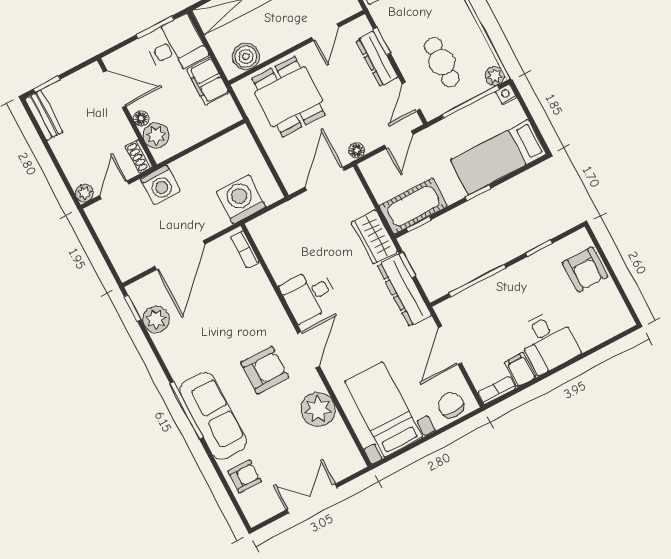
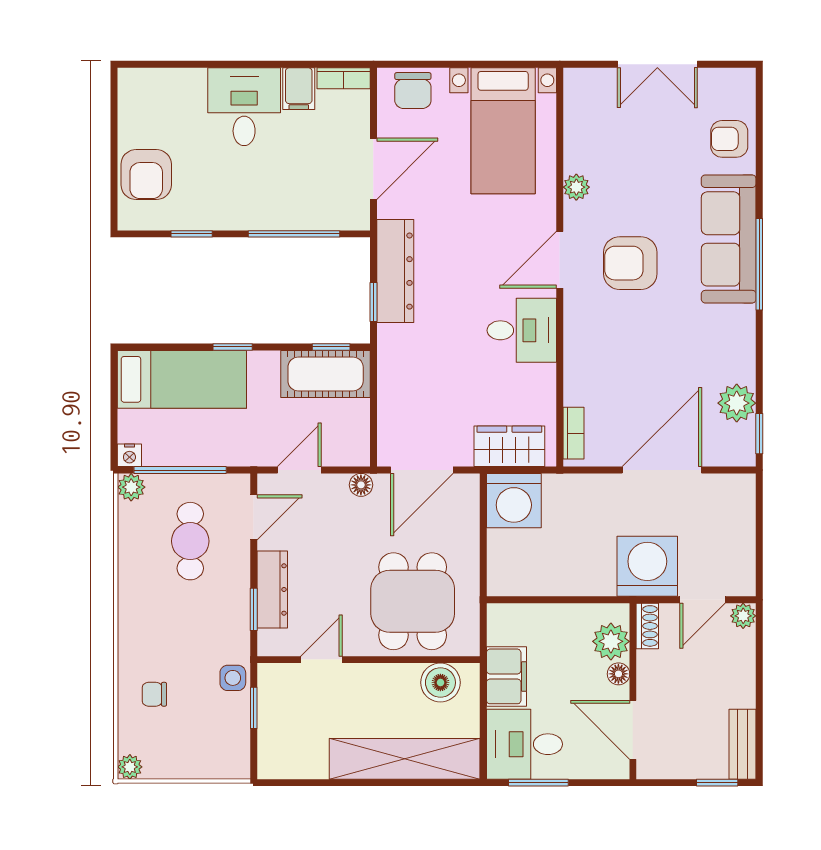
washing machine: (160, 185) -> (647, 566), width x1.37, depth x1.37
washing machine: (241, 199) -> (514, 501), moved
wardrobe: (374, 237) -> (509, 446), moved, turned -90
armchair: (585, 269) -> (146, 175), turned 180
plant: (318, 409) -> (576, 187), width x0.53, depth x0.53

